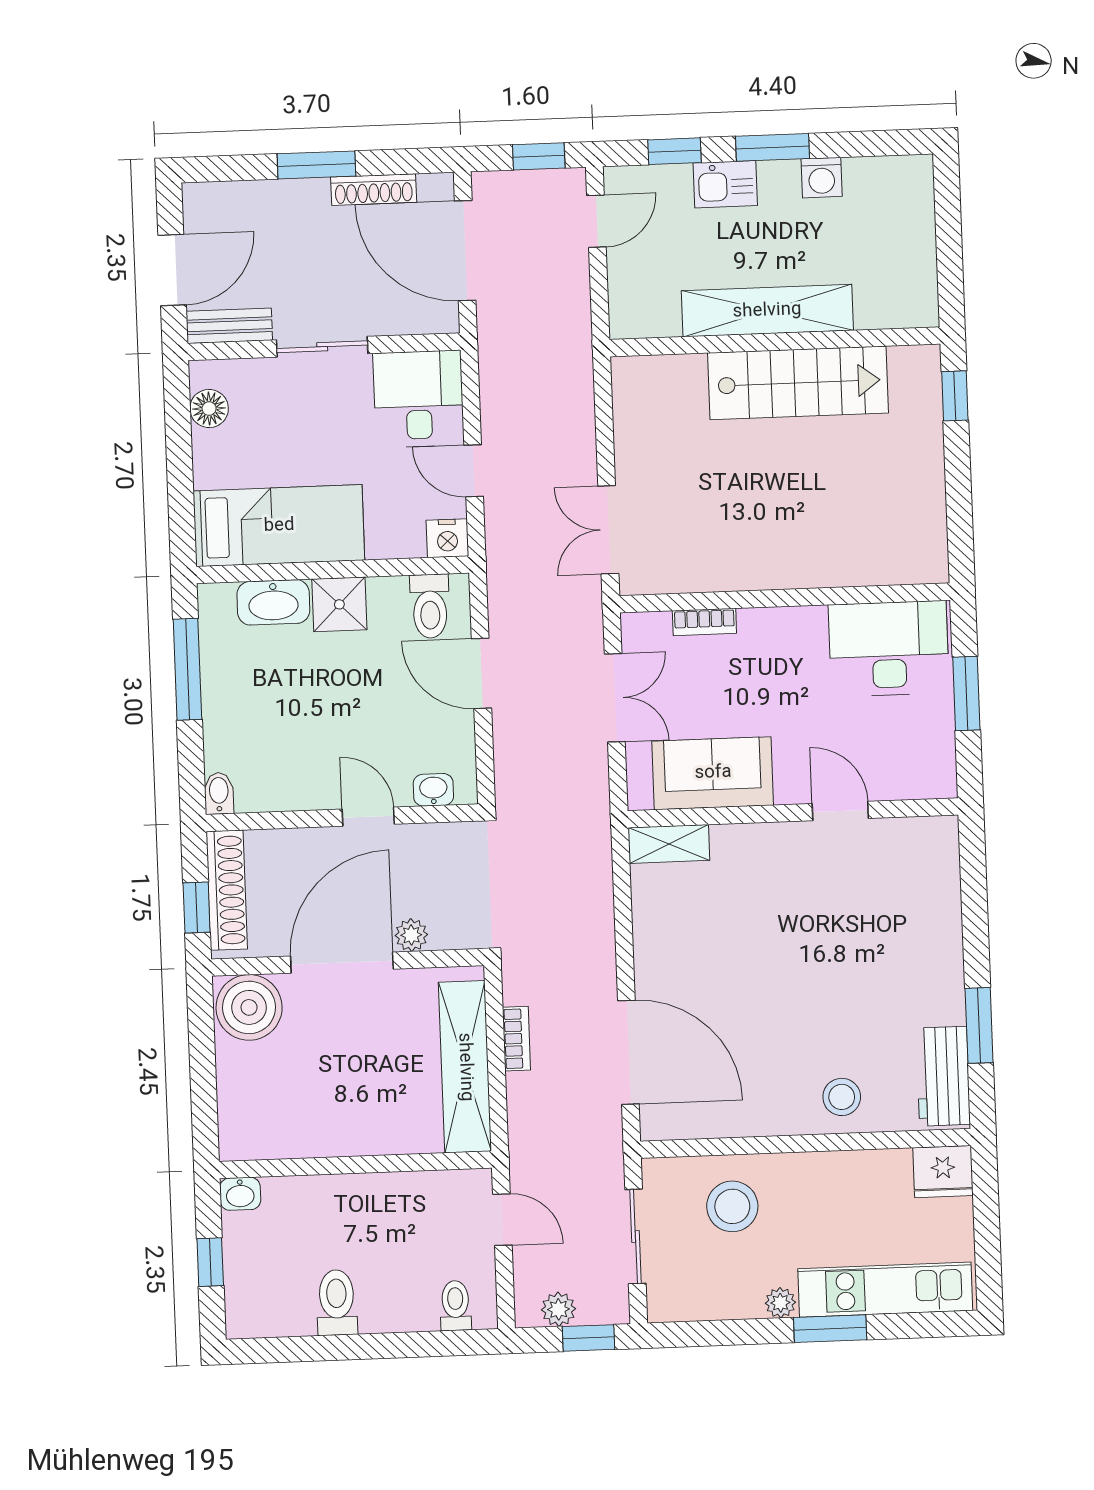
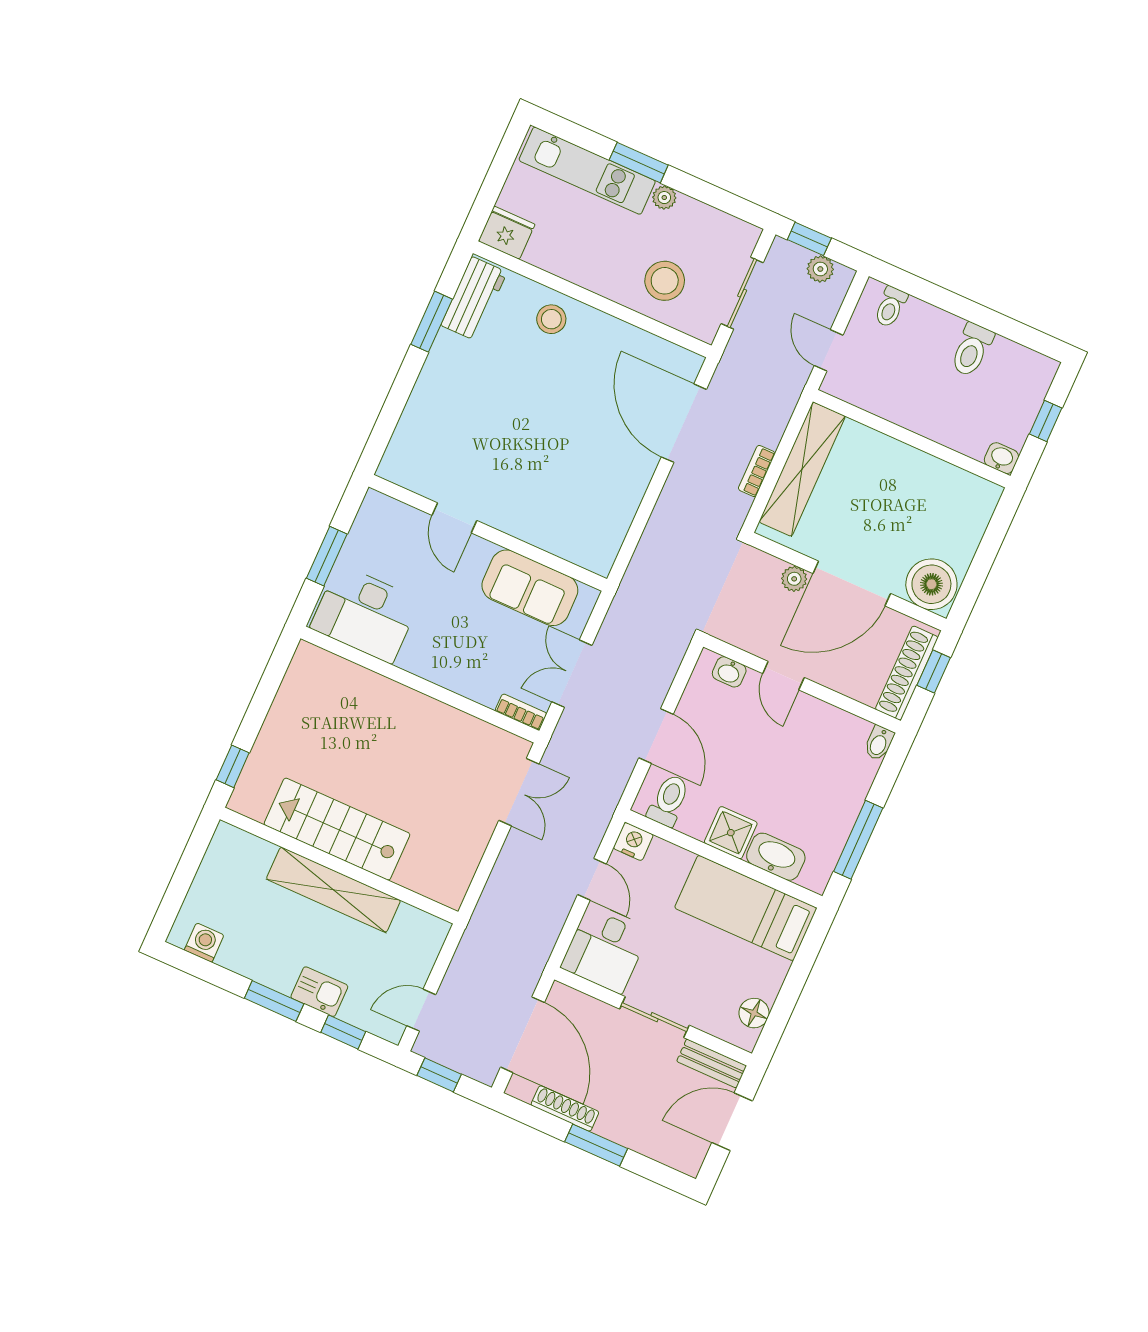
washing machine: (822, 178) -> (204, 943), moved
bookcase: (704, 622) -> (521, 712), moved
shelving: (669, 844) -> (584, 554), removed

